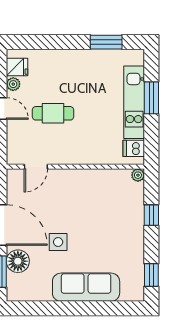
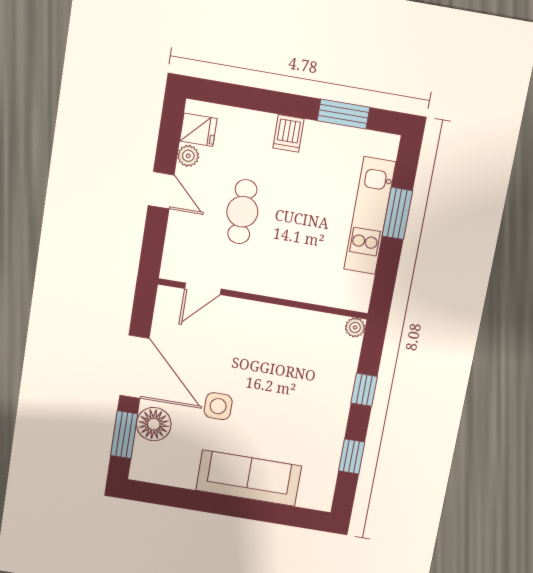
cafe table: (53, 113) -> (242, 212), turned 90
dishwasher: (134, 148) -> (288, 133), moved, turned -90
window: (151, 275) -> (352, 456), moved

